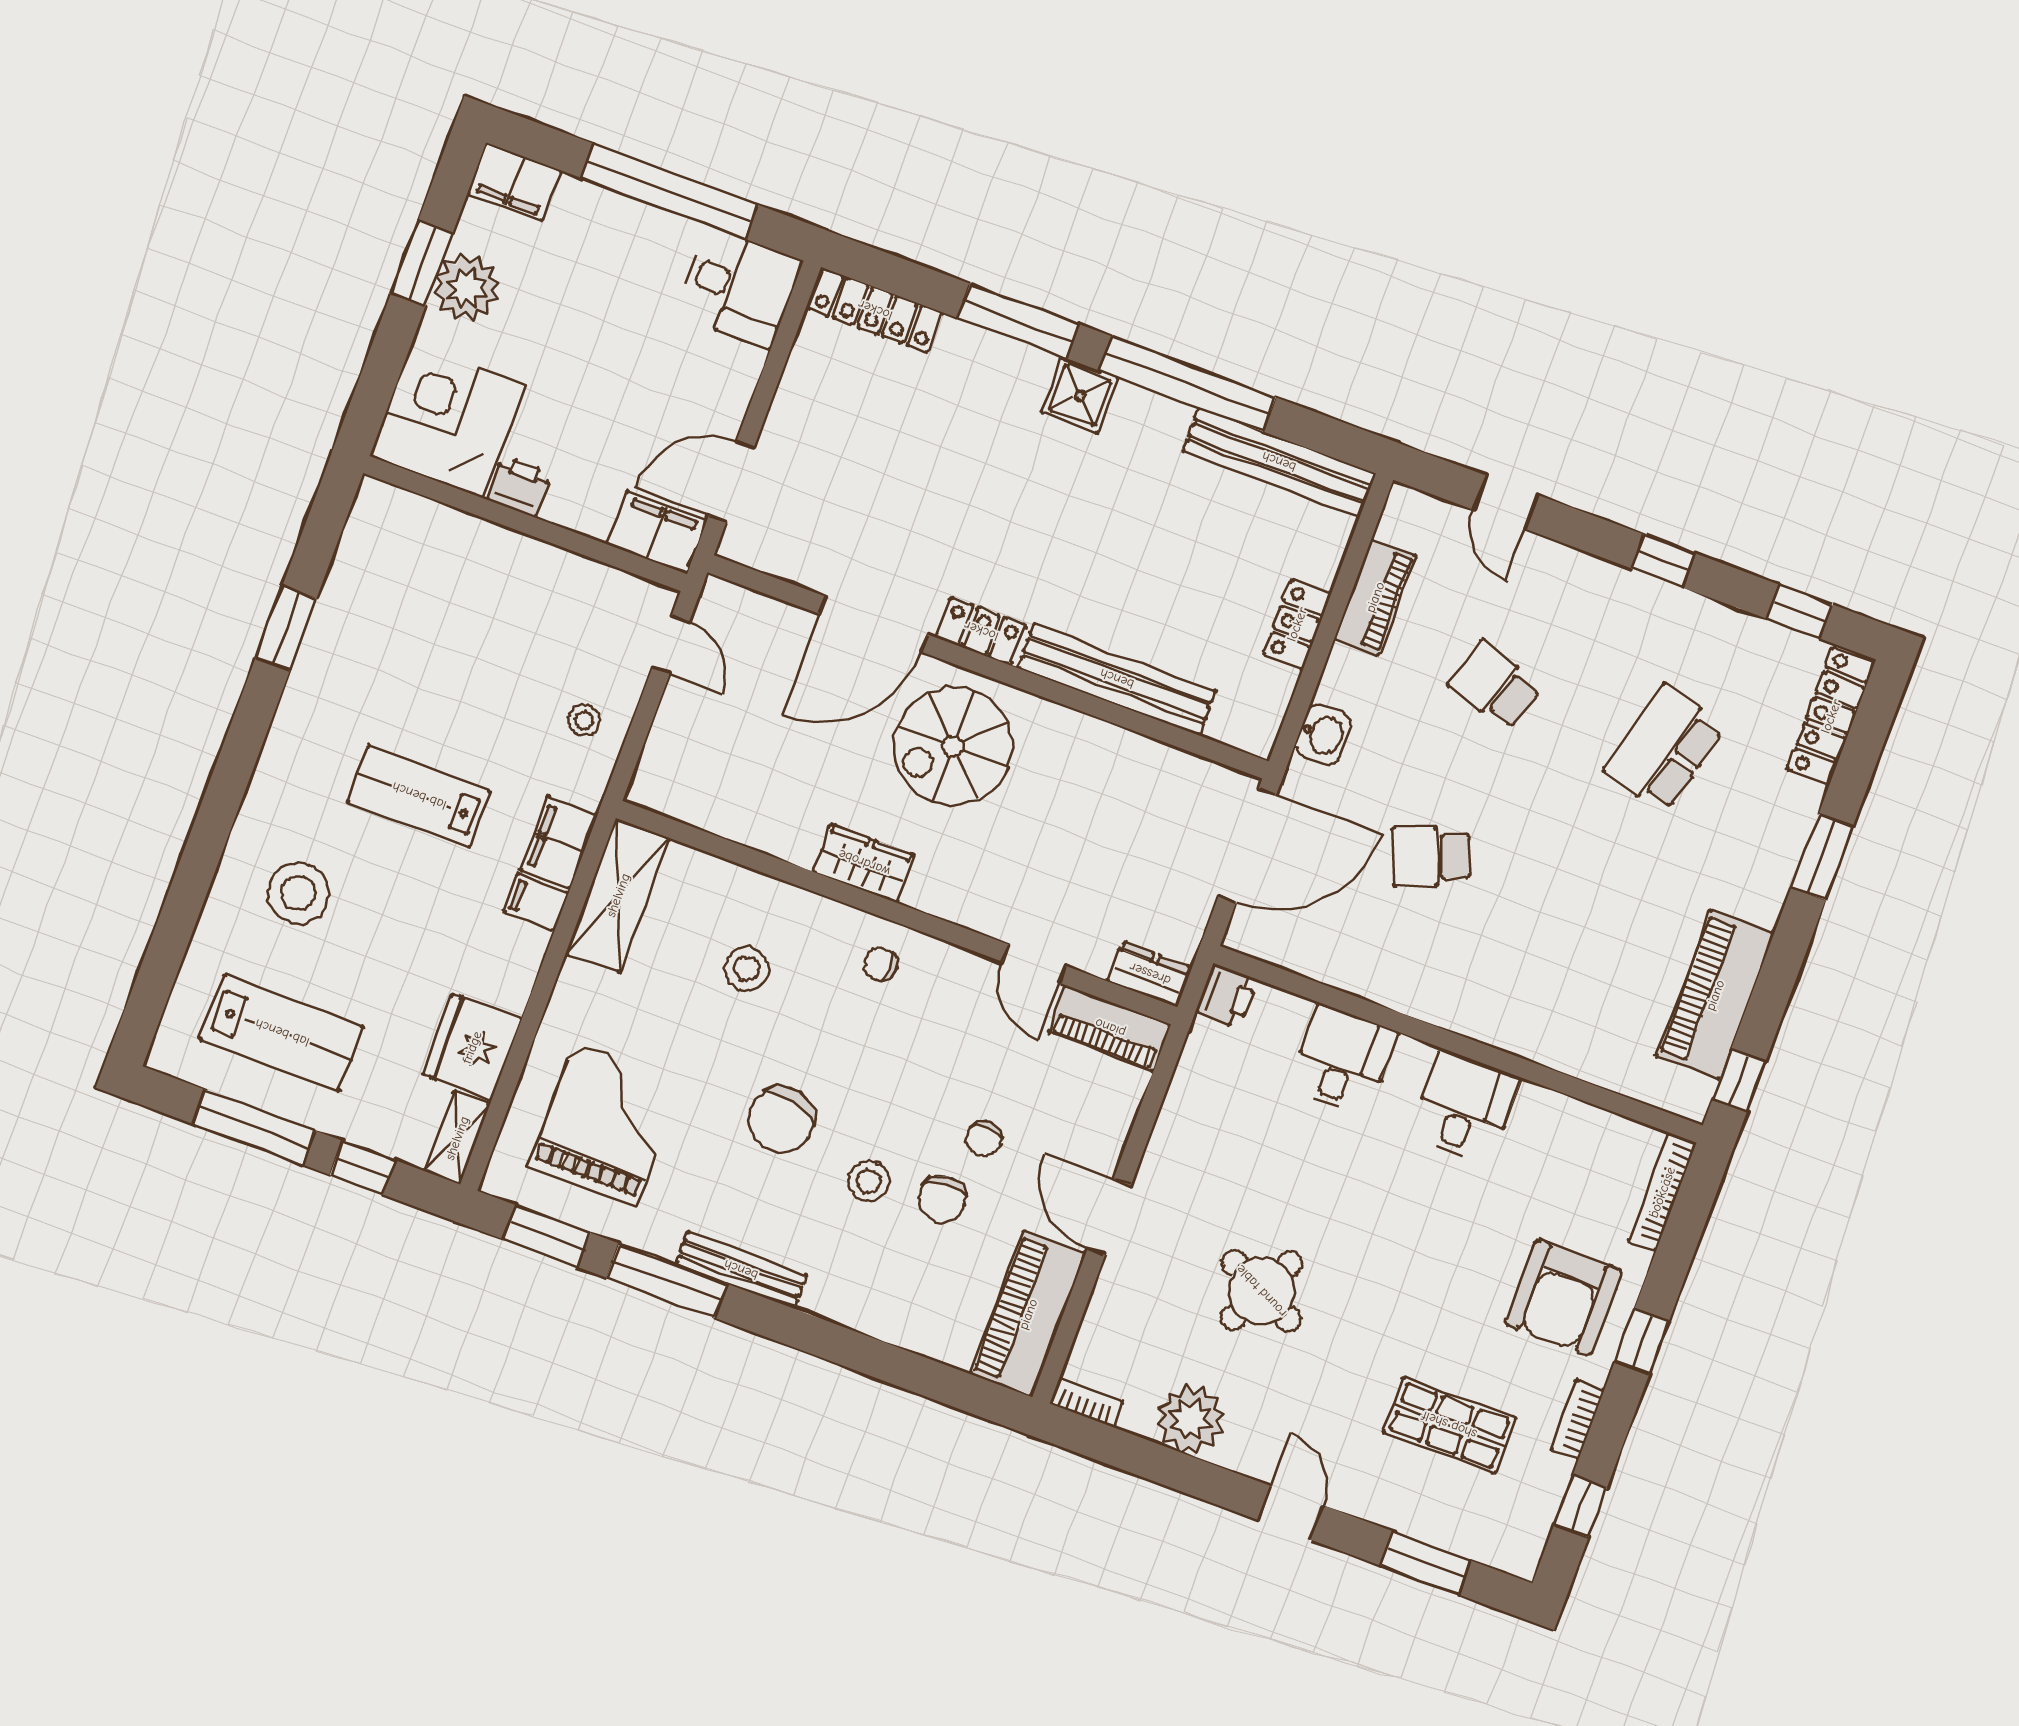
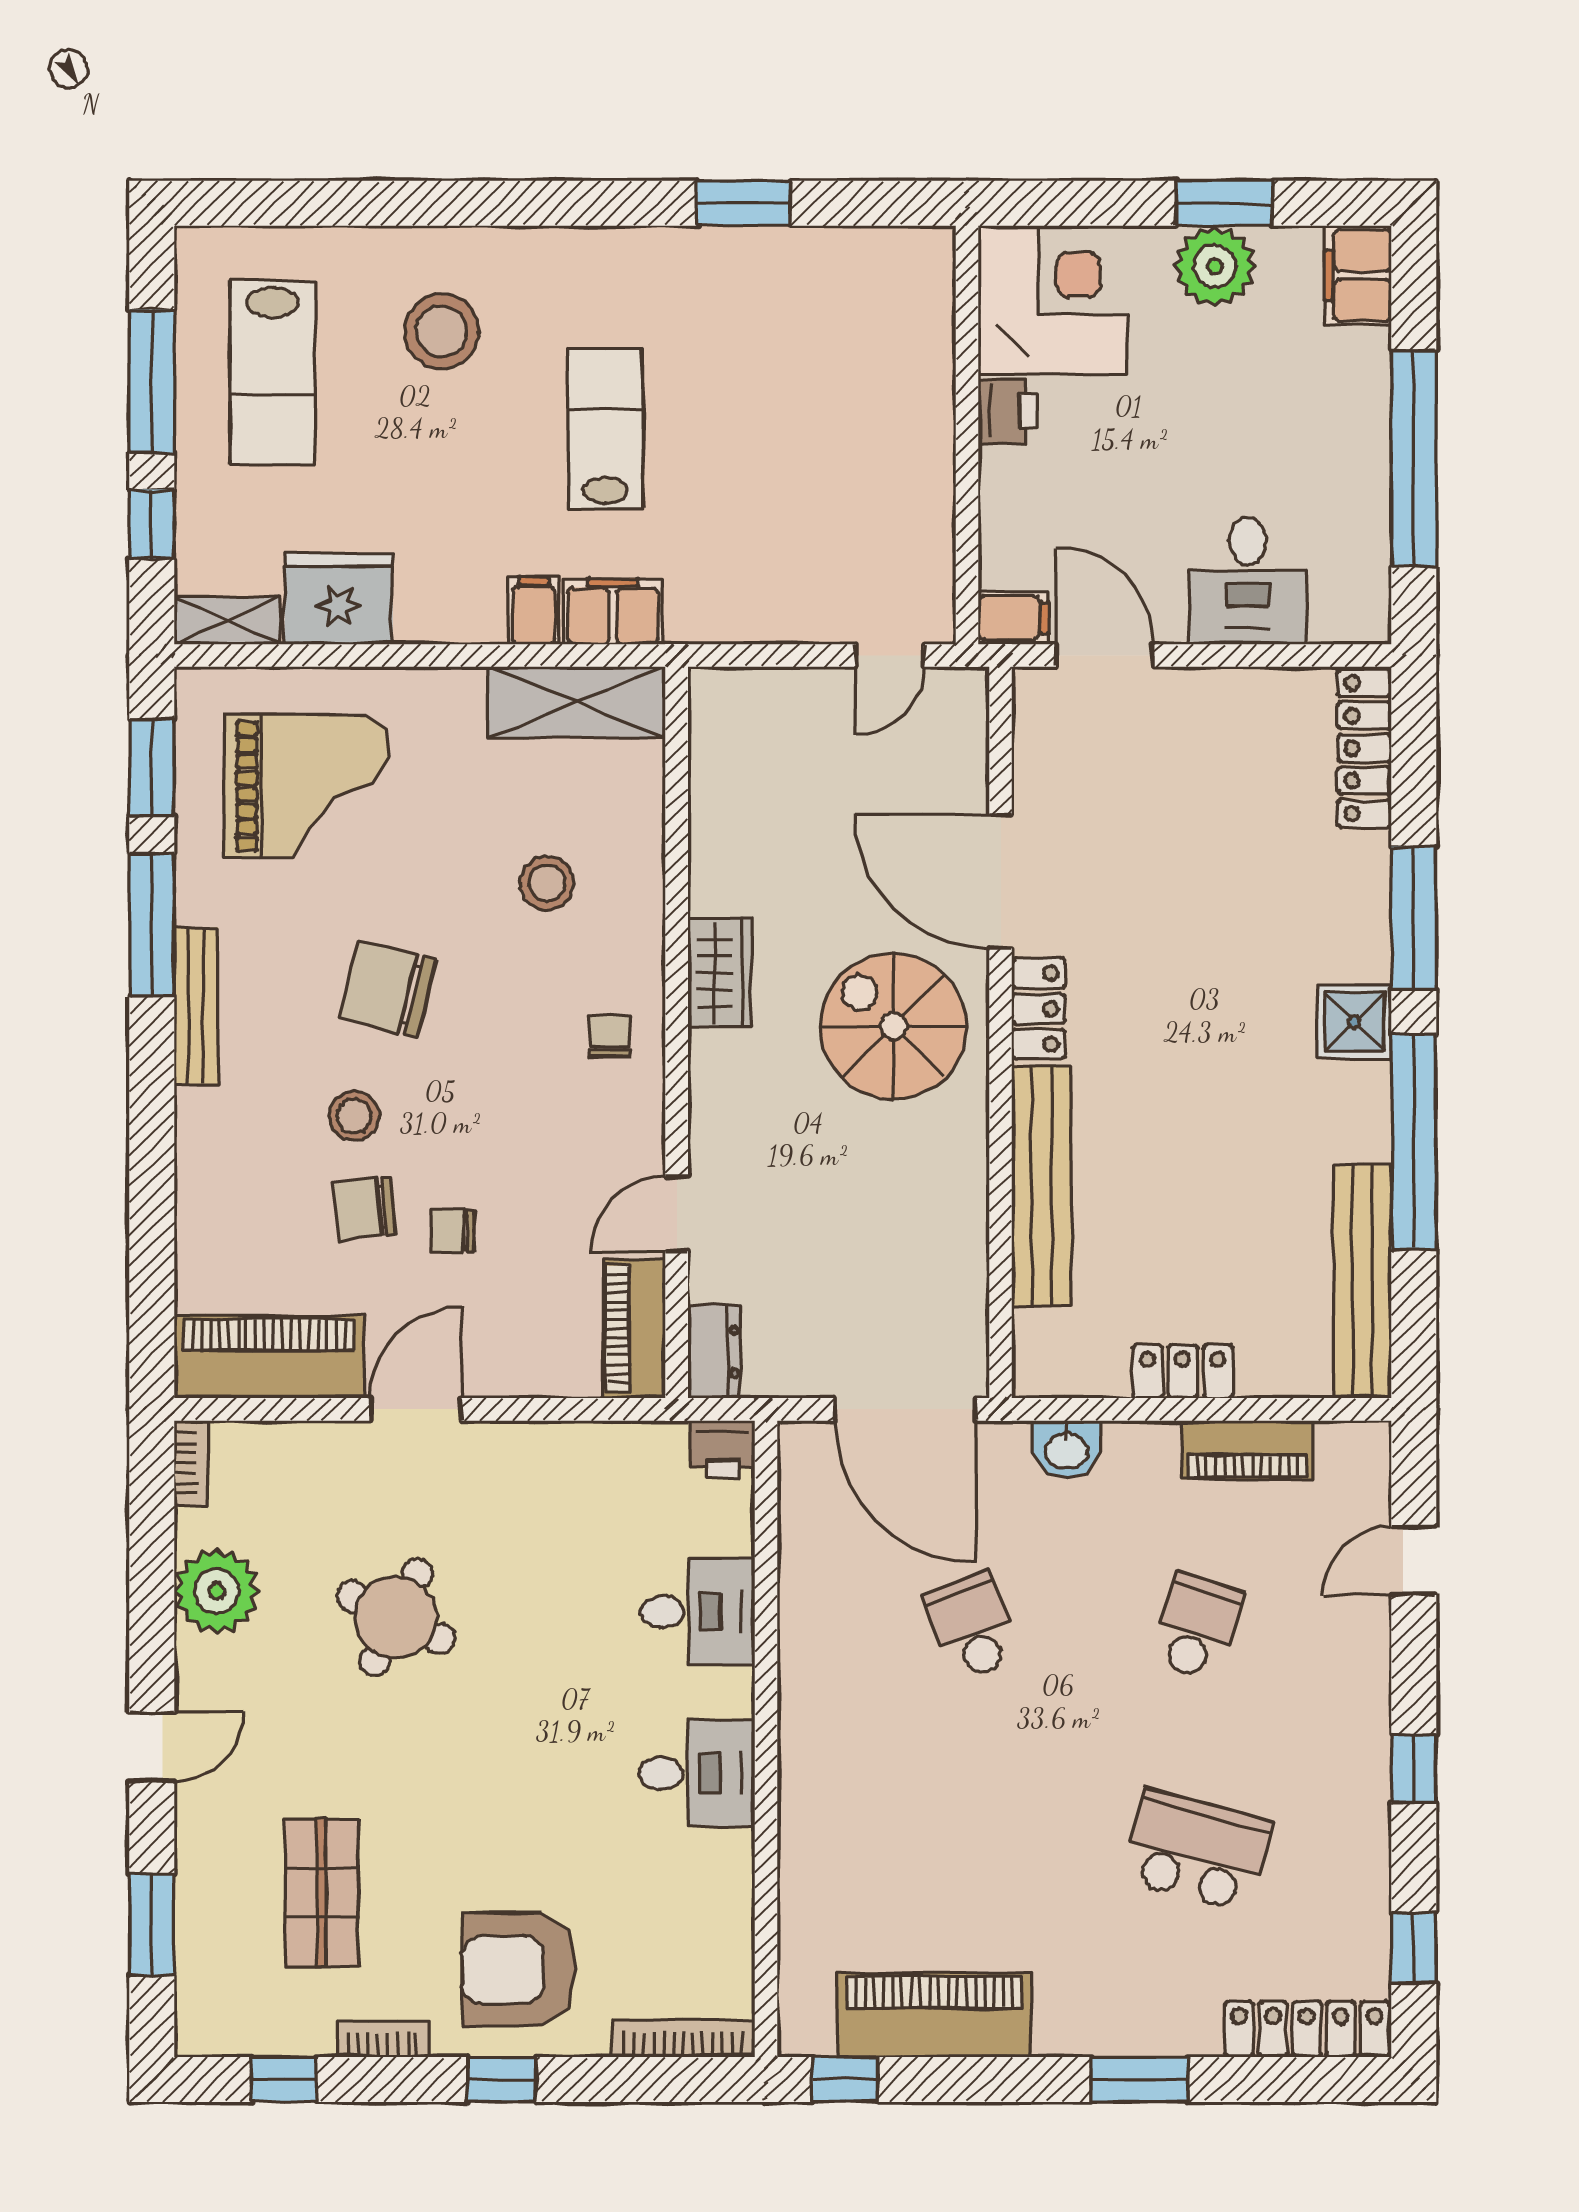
desk: (739, 287) -> (1248, 581), moved
filing cabinet: (657, 533) -> (1013, 618), width x0.50
stool: (584, 720) -> (765, 588), removed

